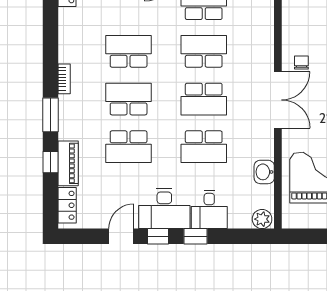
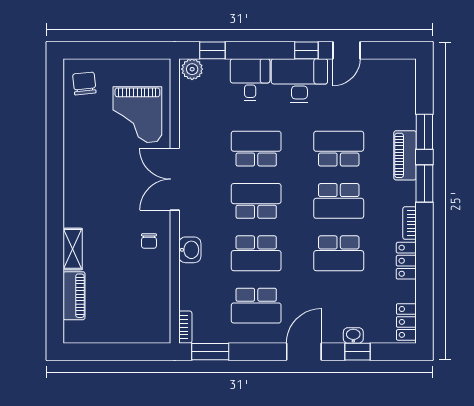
double door: (278, 100) -> (175, 179), moved
window: (51, 162) -> (424, 132), width x1.50
piano: (68, 163) -> (405, 155), moved
washbasin: (264, 172) -> (190, 250), moved
locker: (67, 205) -> (406, 261), moved
window: (196, 236) -> (212, 50), moved

